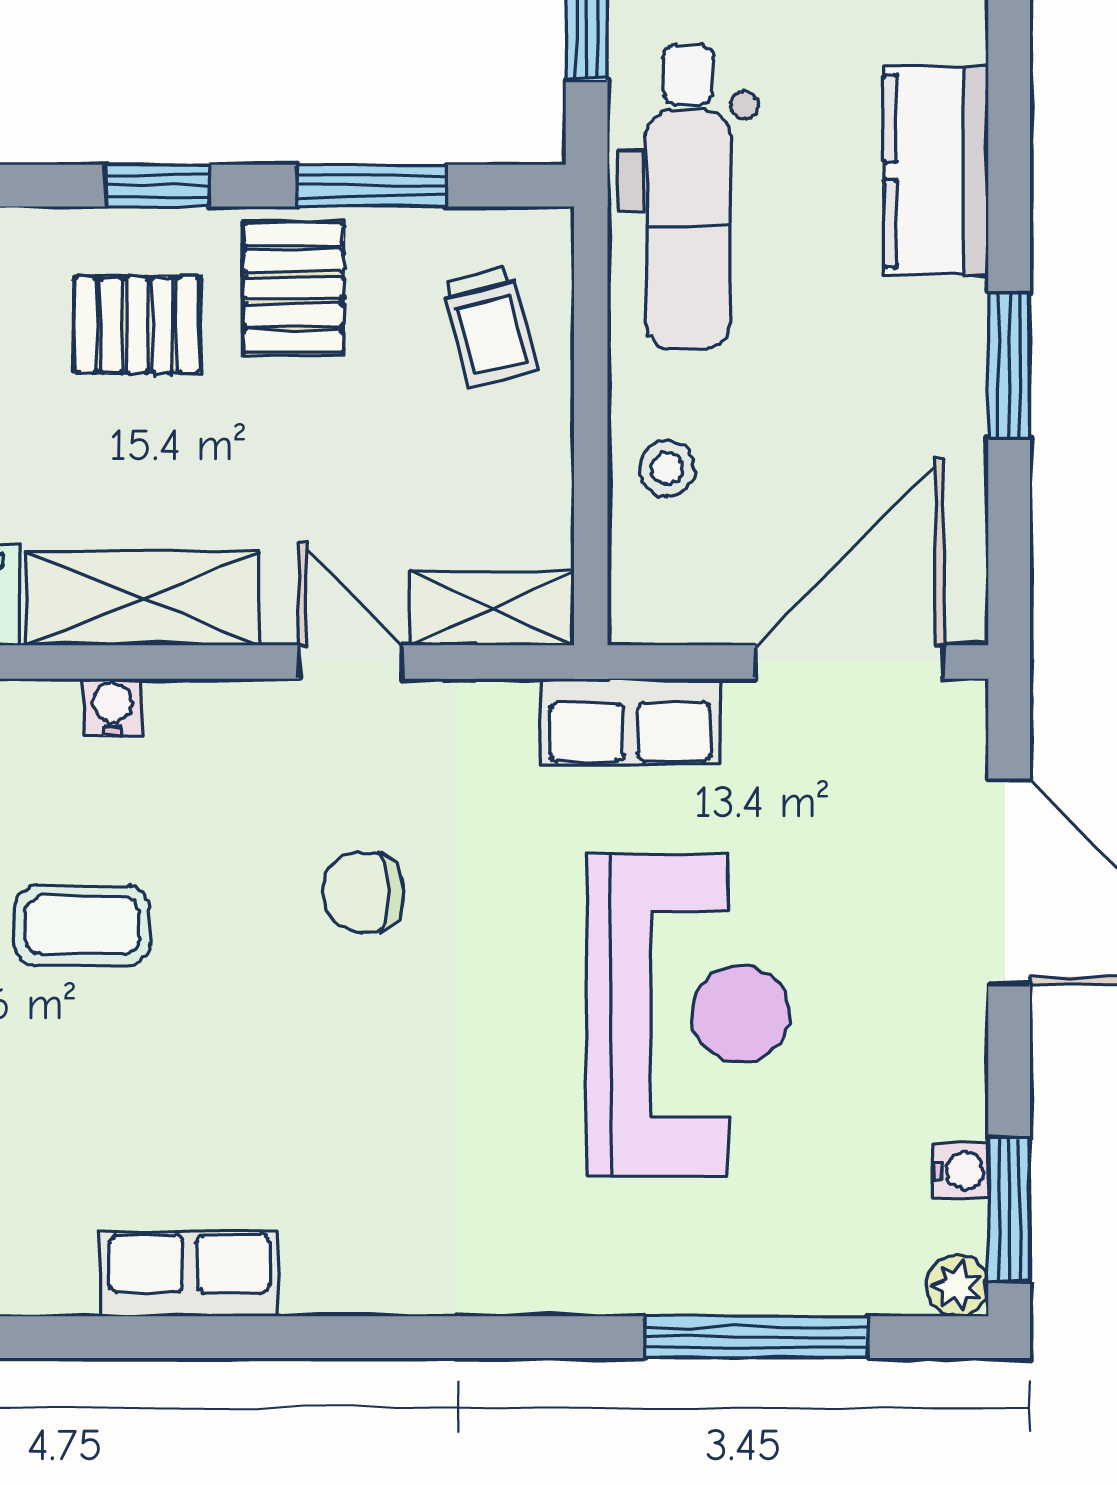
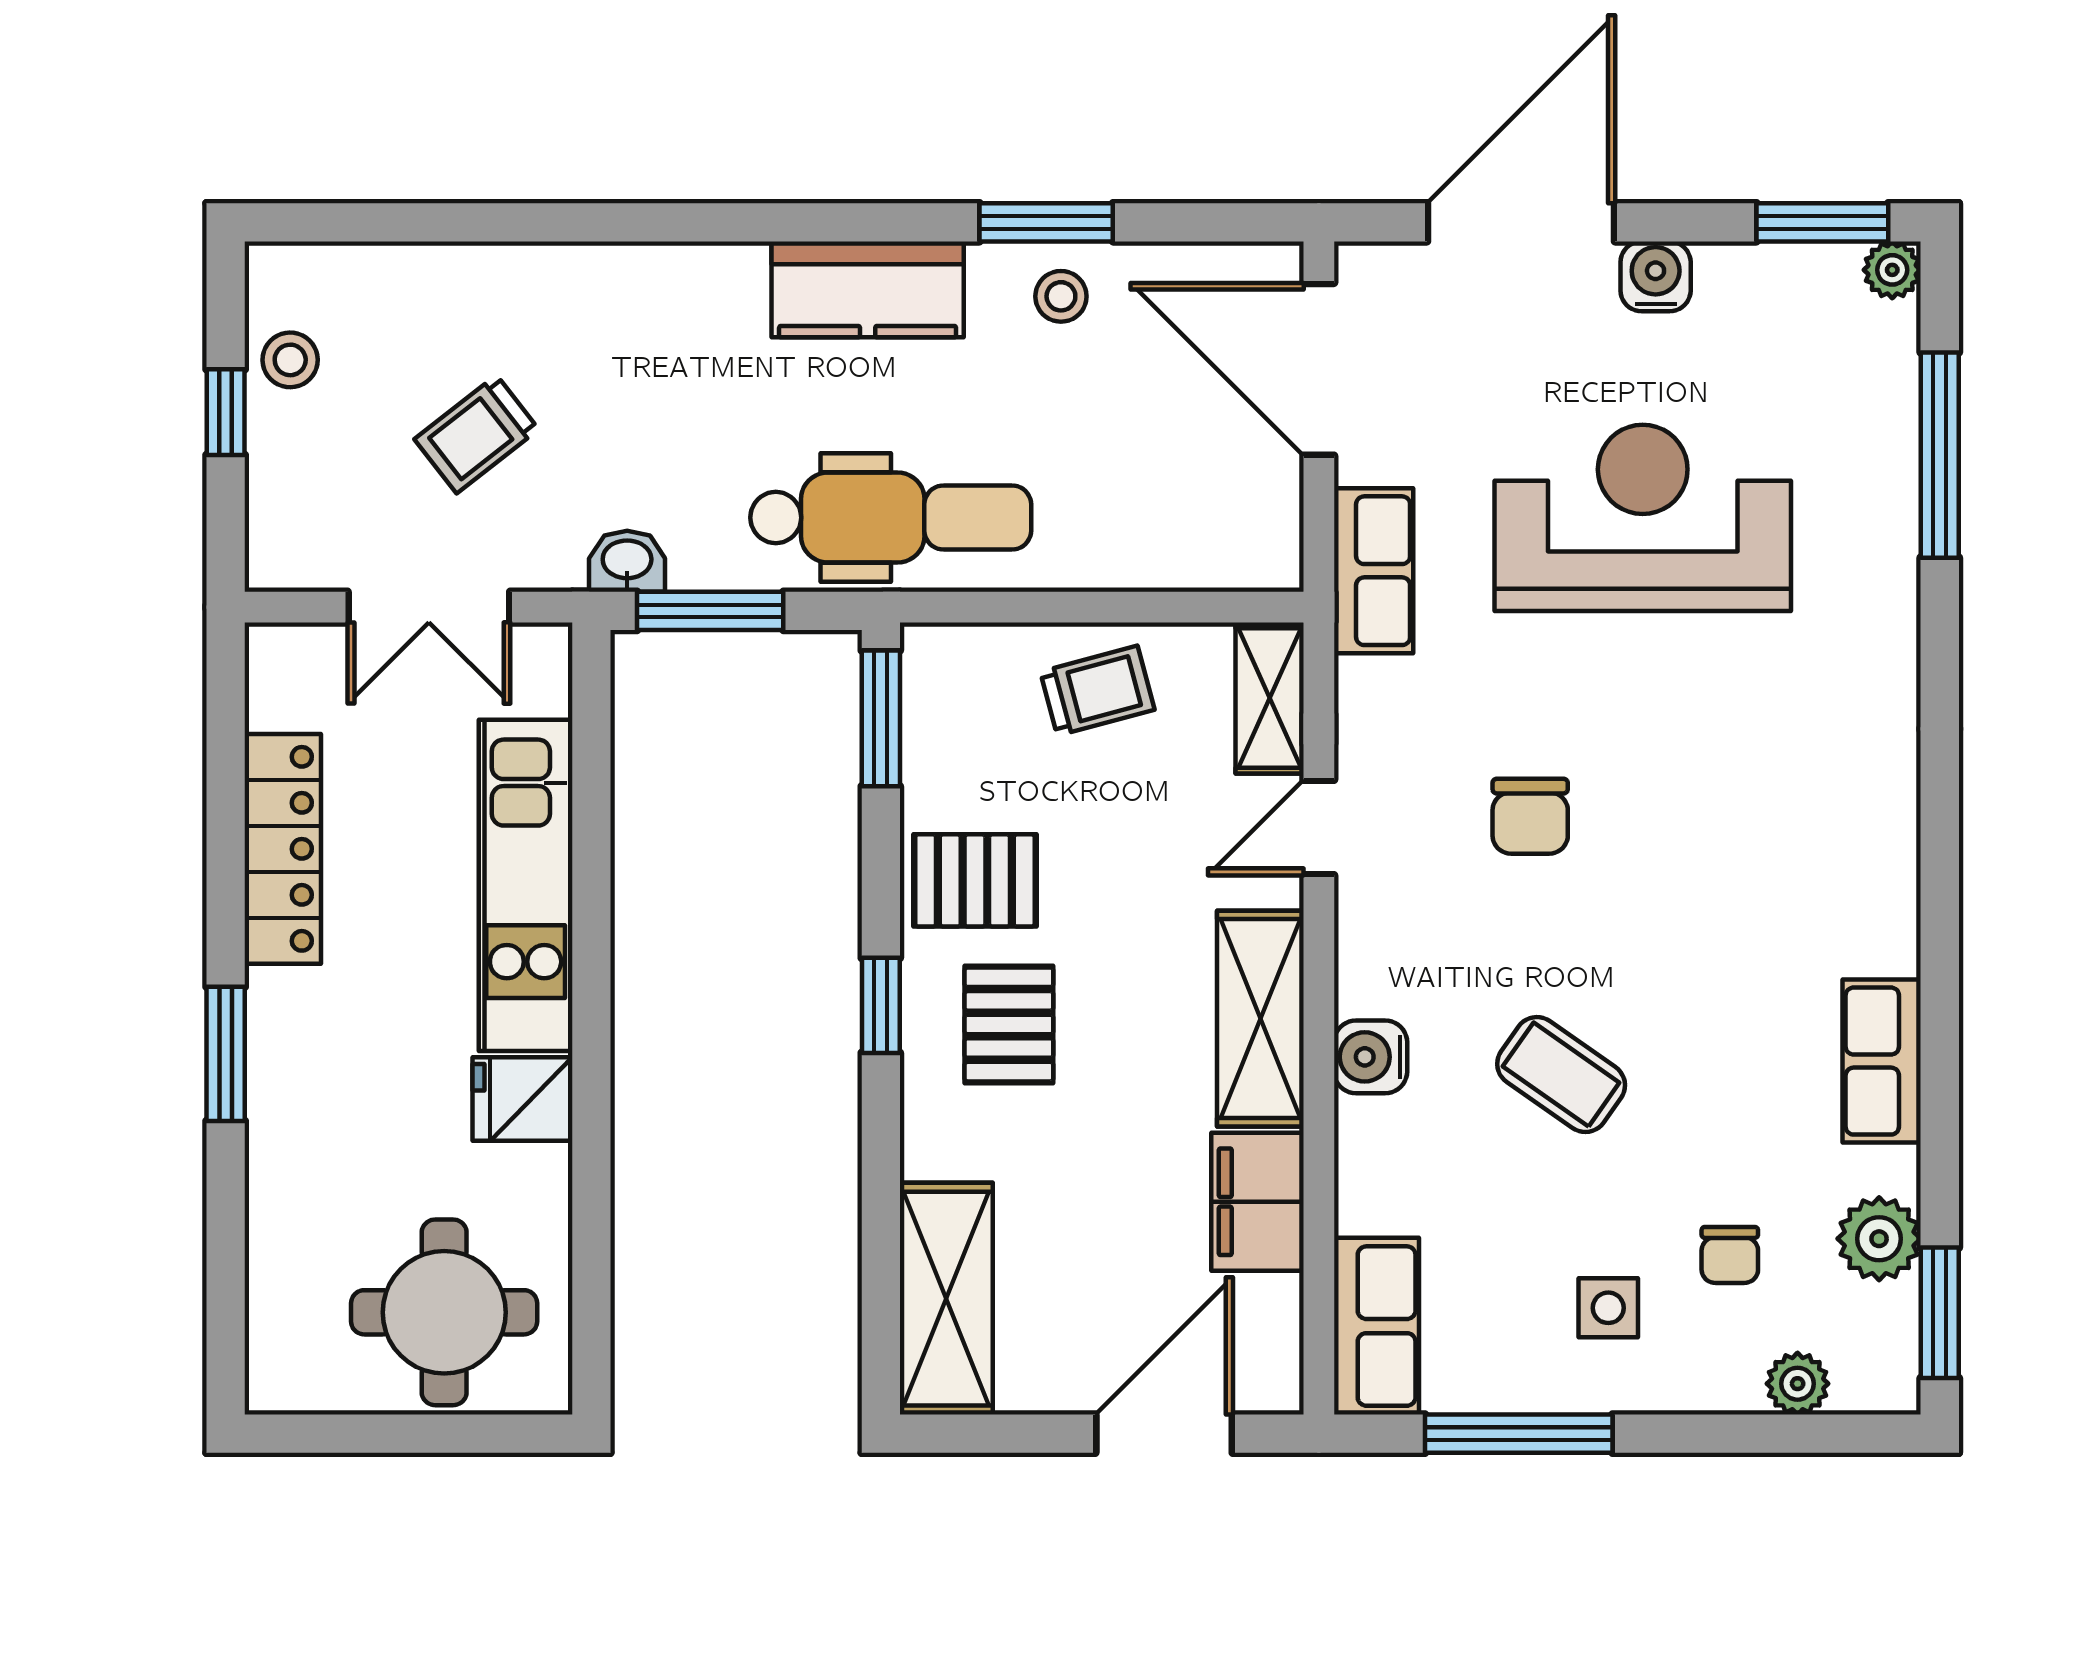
window: (372, 186) -> (881, 718), moved
trolley: (490, 327) -> (1097, 691), moved
stool: (667, 469) -> (1061, 296), moved
water cooler: (113, 707) -> (1371, 1057), width x1.38, depth x1.38
coffee table: (82, 925) -> (1561, 1075), turned -55
water cooler: (961, 1171) -> (1656, 276), moved, width x1.38, depth x1.38
row of seats: (189, 1274) -> (1882, 1061), moved

